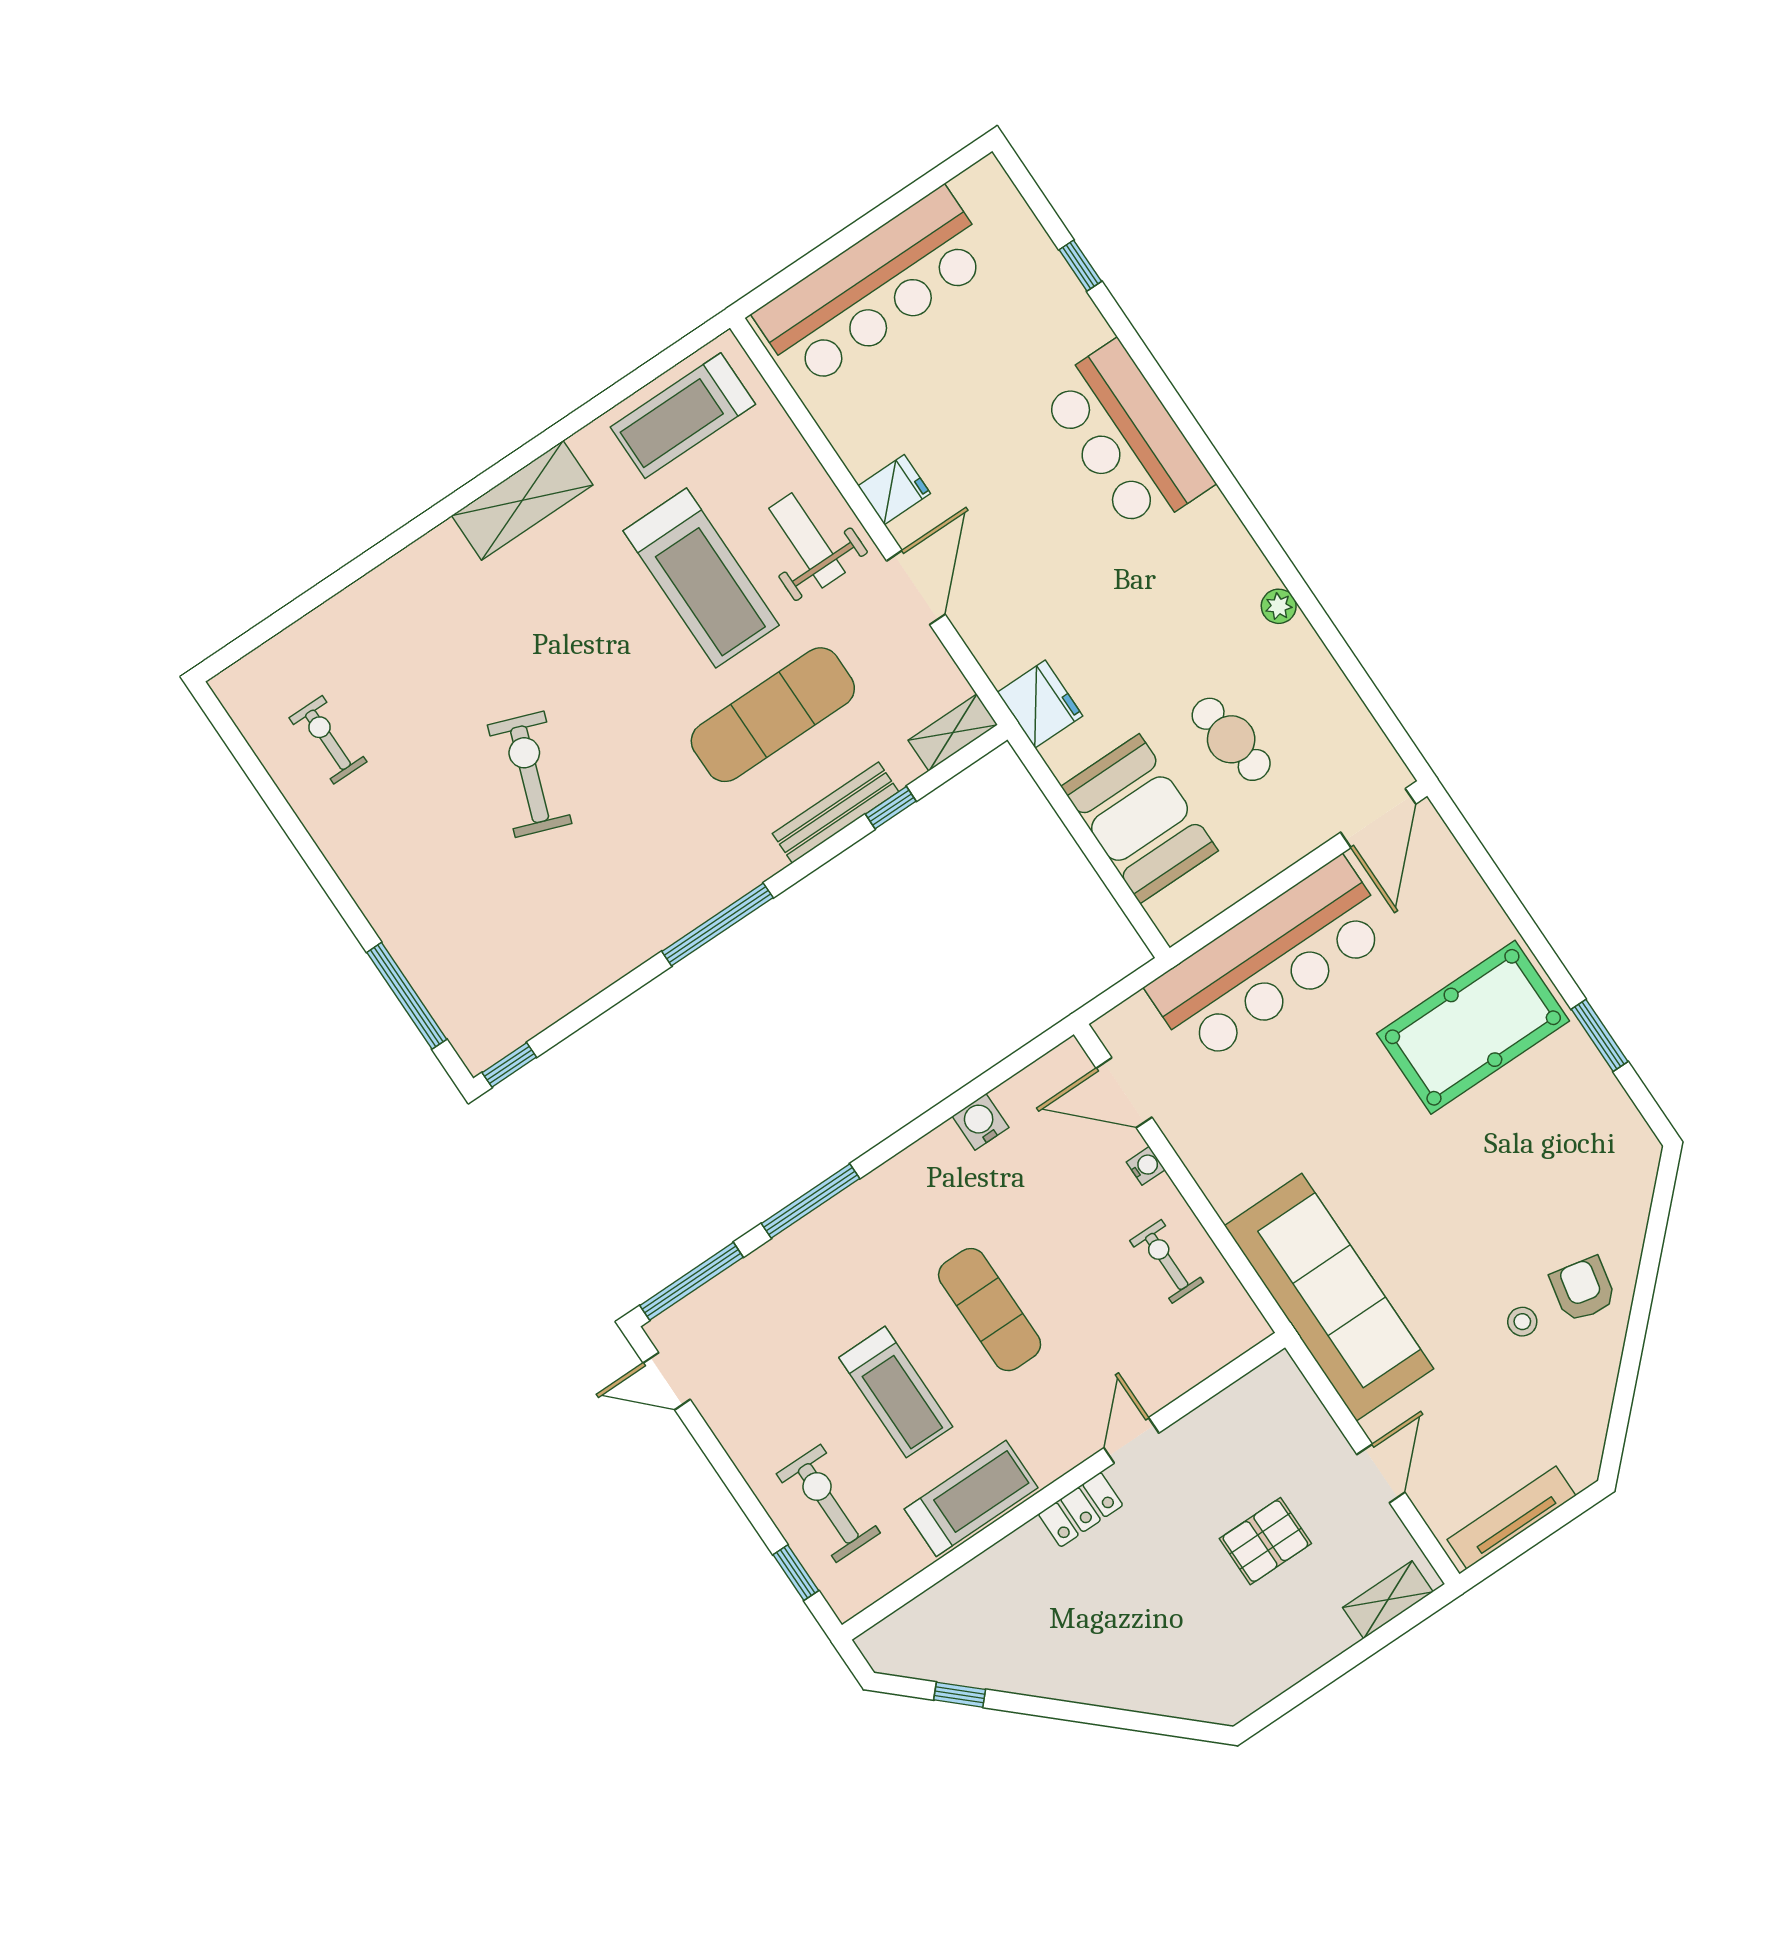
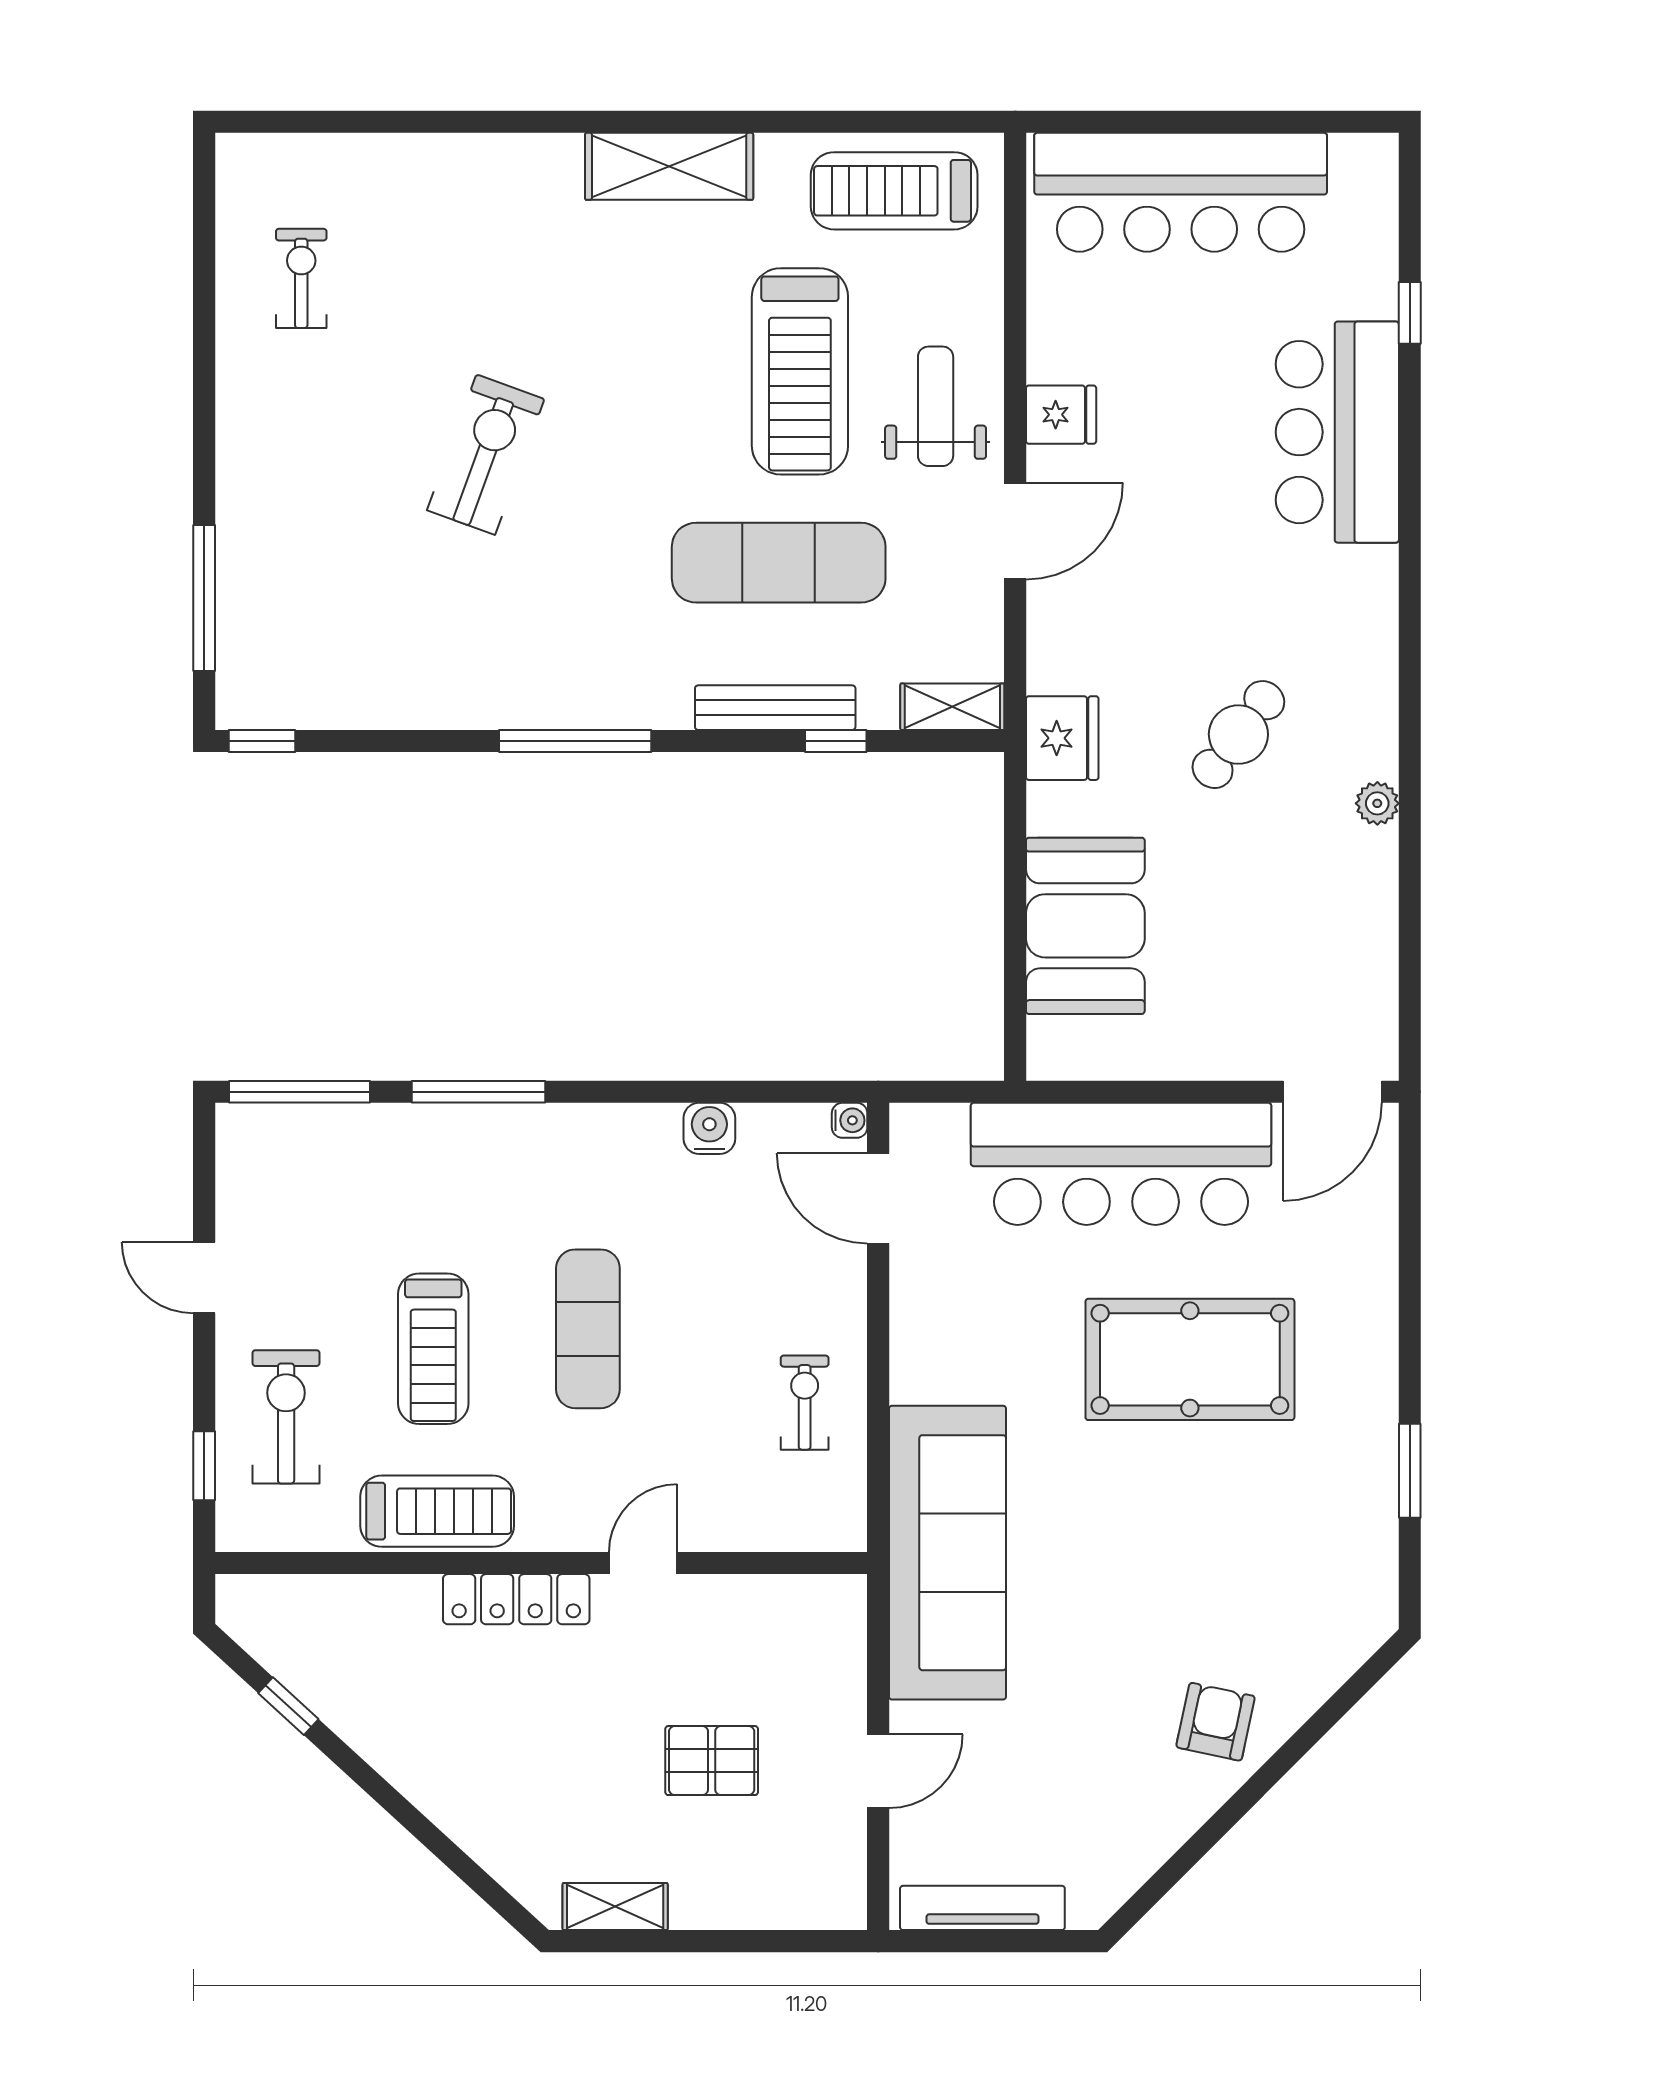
bar counter: (1126, 438) -> (1337, 432), moved
cafe table: (1231, 739) -> (1238, 735), moved, turned 45
pool table: (1473, 1027) -> (1190, 1359), moved
water cooler: (1146, 1166) -> (850, 1120), moved
stool: (1522, 1322) -> (1130, 1713), removed
door: (667, 1381) -> (204, 1278), moved
locker: (1081, 1510) -> (516, 1599), width x1.53
shelving: (1388, 1600) -> (615, 1907), moved

